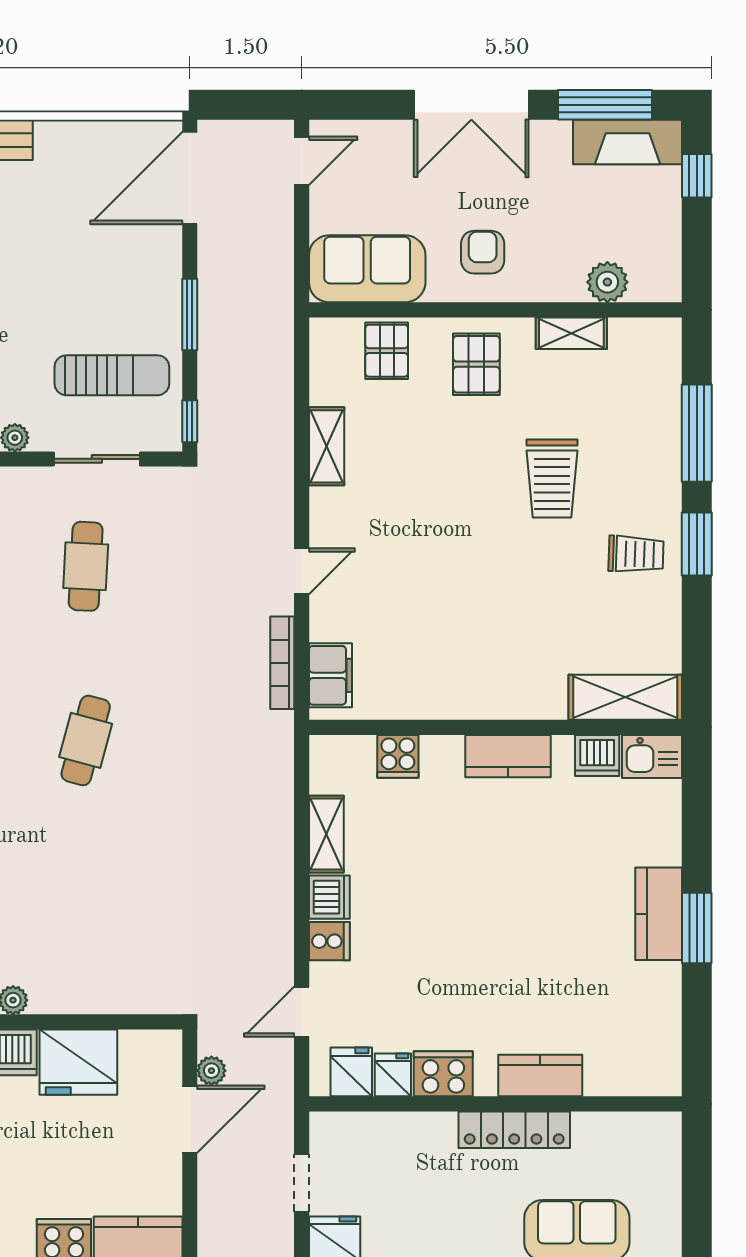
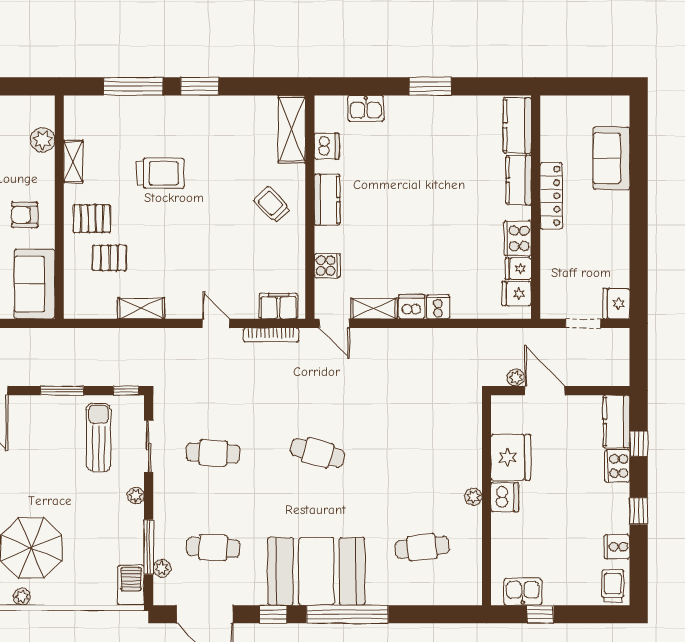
pallet: (387, 351) -> (109, 258), moved
trolley: (636, 554) -> (272, 205), moved, turned -46
kitchen sink: (652, 757) -> (366, 108), moved, turned 90
kitchen counter: (659, 914) -> (517, 125), moved, turned 90
door: (302, 1012) -> (334, 323), moved

